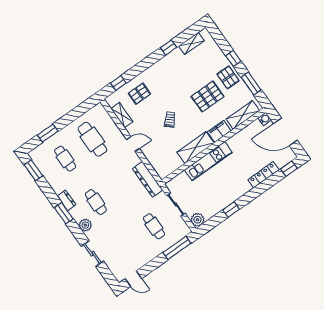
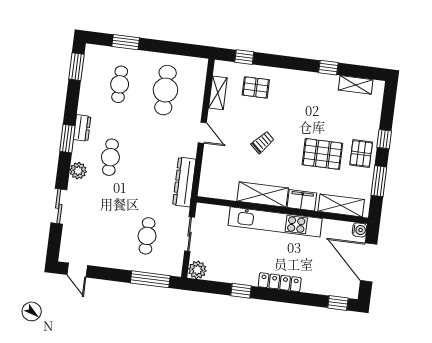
kitchen unit: (208, 161) -> (275, 222), width x1.36
locker: (264, 175) -> (280, 282), moved

